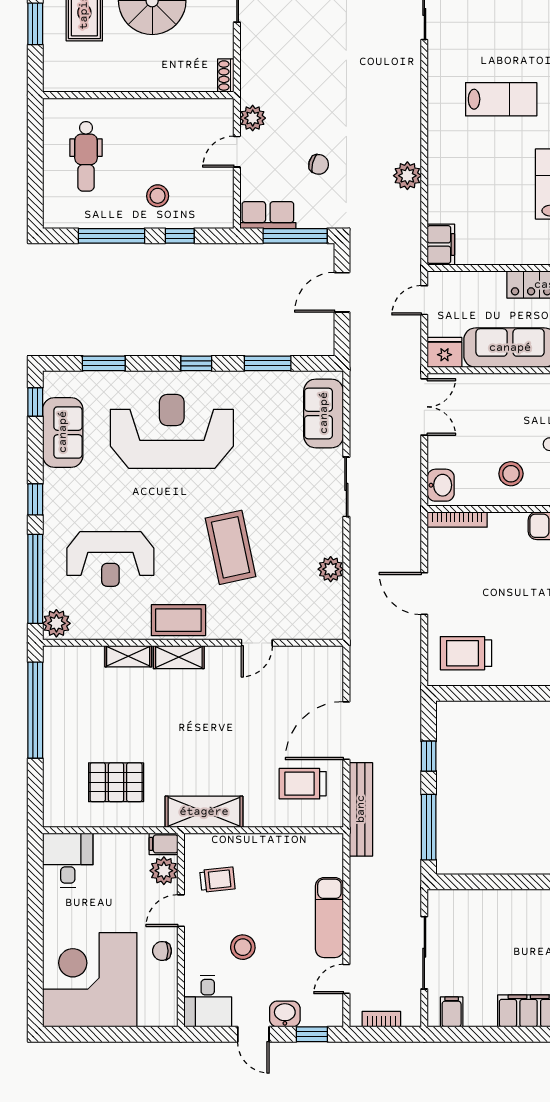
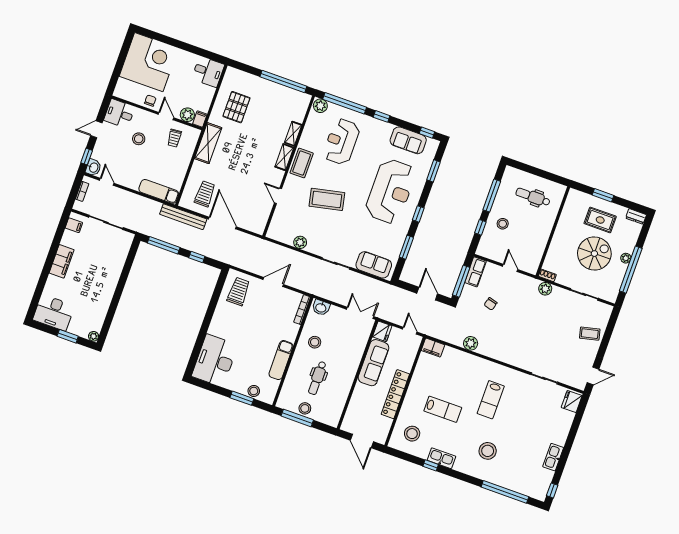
plant: (253, 118) -> (545, 289), moved
double door: (424, 407) -> (360, 313), swing flipped
exam couch: (329, 918) -> (159, 191), moved
washbasin: (285, 1014) -> (93, 167), moved

